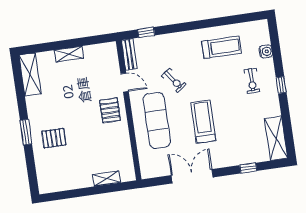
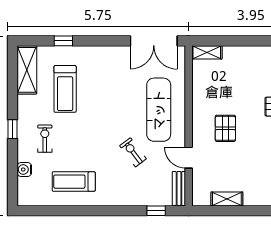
shelving: (69, 54) -> (227, 199), moved
pallet: (110, 110) -> (225, 128), moved
treadmill: (203, 122) -> (65, 89), moved
double door: (192, 176) -> (154, 41), moved
shelving: (106, 179) -> (207, 52), moved

